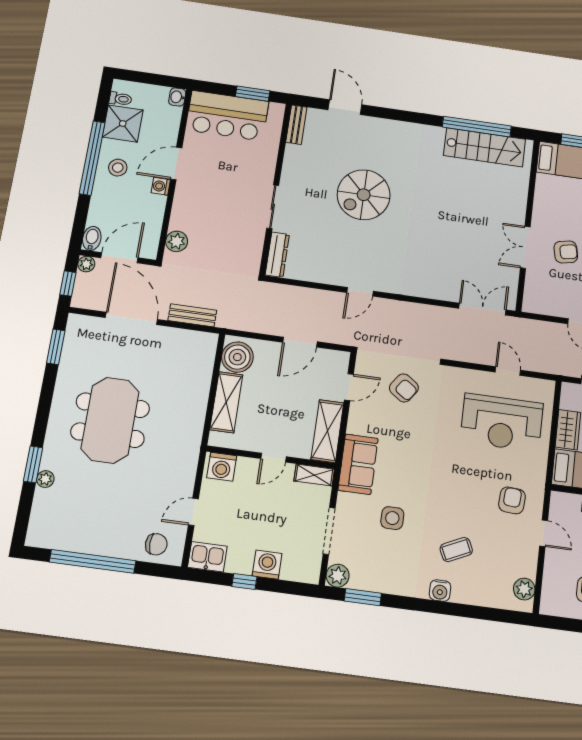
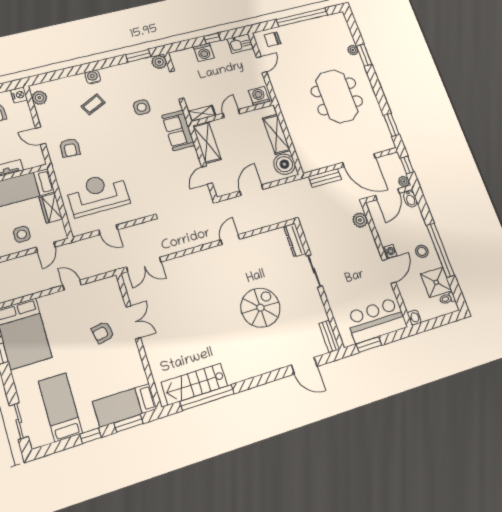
armchair: (404, 388) -> (172, 189), removed
nightstand: (550, 604) -> (19, 95), added

